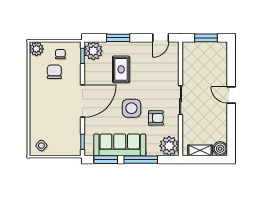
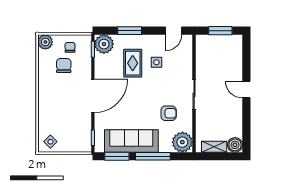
side table: (131, 108) -> (156, 62), moved, width x0.54, depth x0.54

